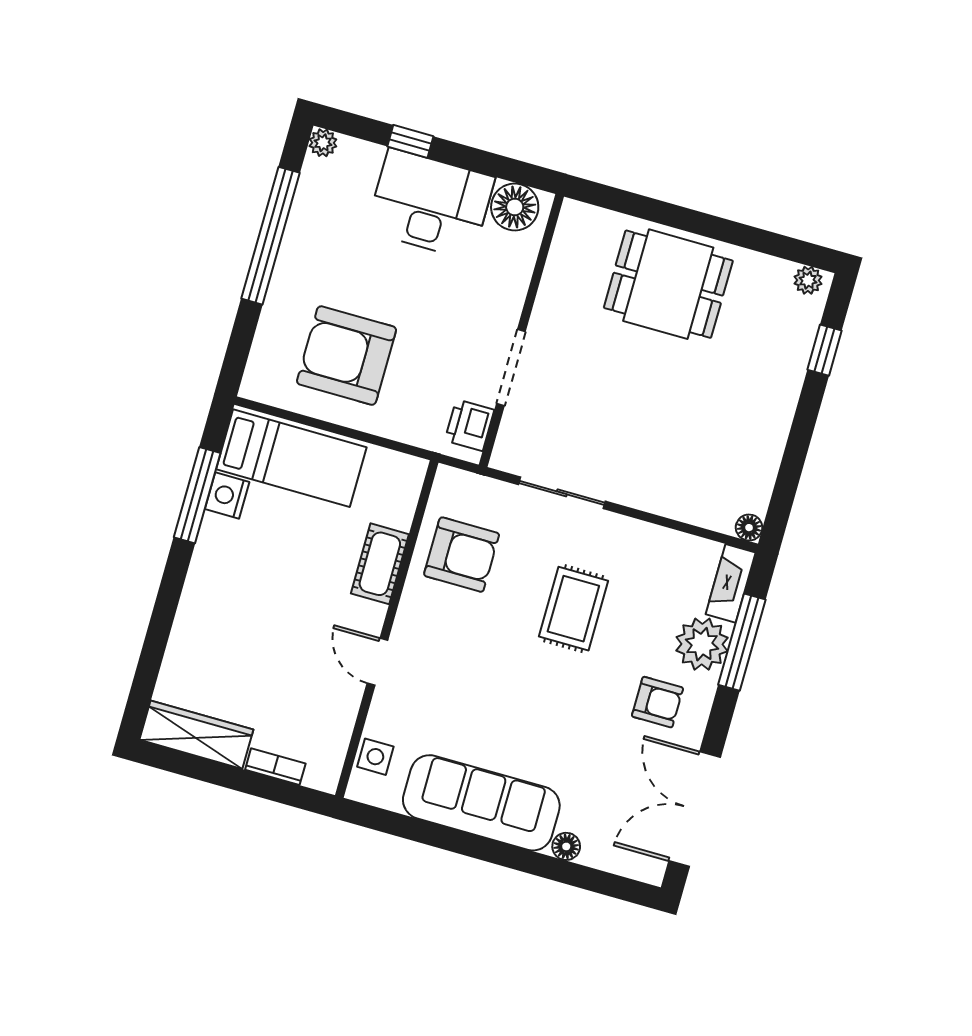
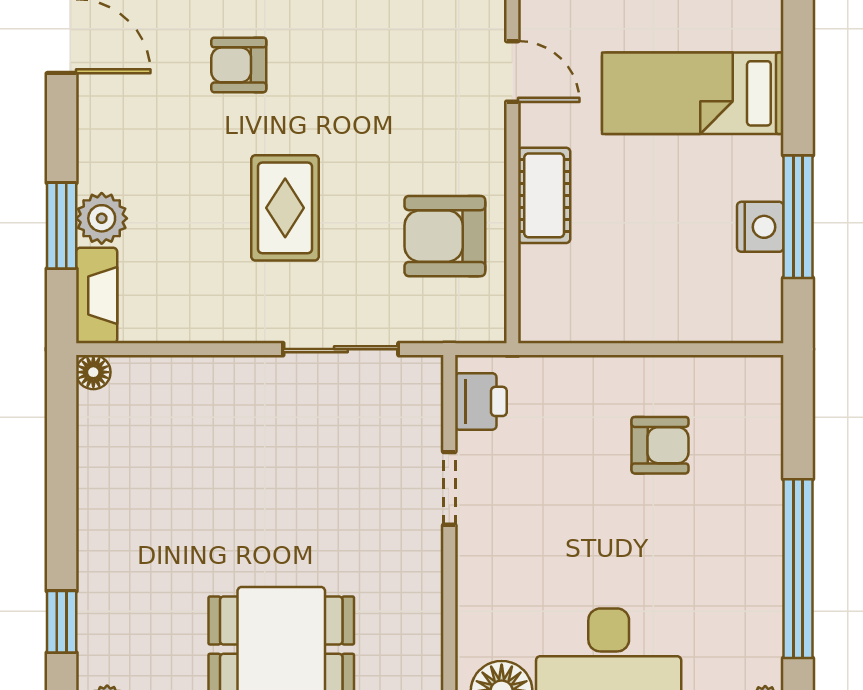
armchair: (347, 356) -> (660, 445), width x0.53, depth x0.53
doorway: (511, 368) -> (449, 488), width x0.73
bed: (291, 458) -> (693, 93), moved
window: (742, 642) -> (62, 226), width x0.69
plant: (702, 644) -> (102, 218), width x0.73, depth x0.73
armchair: (657, 702) -> (239, 65), moved

